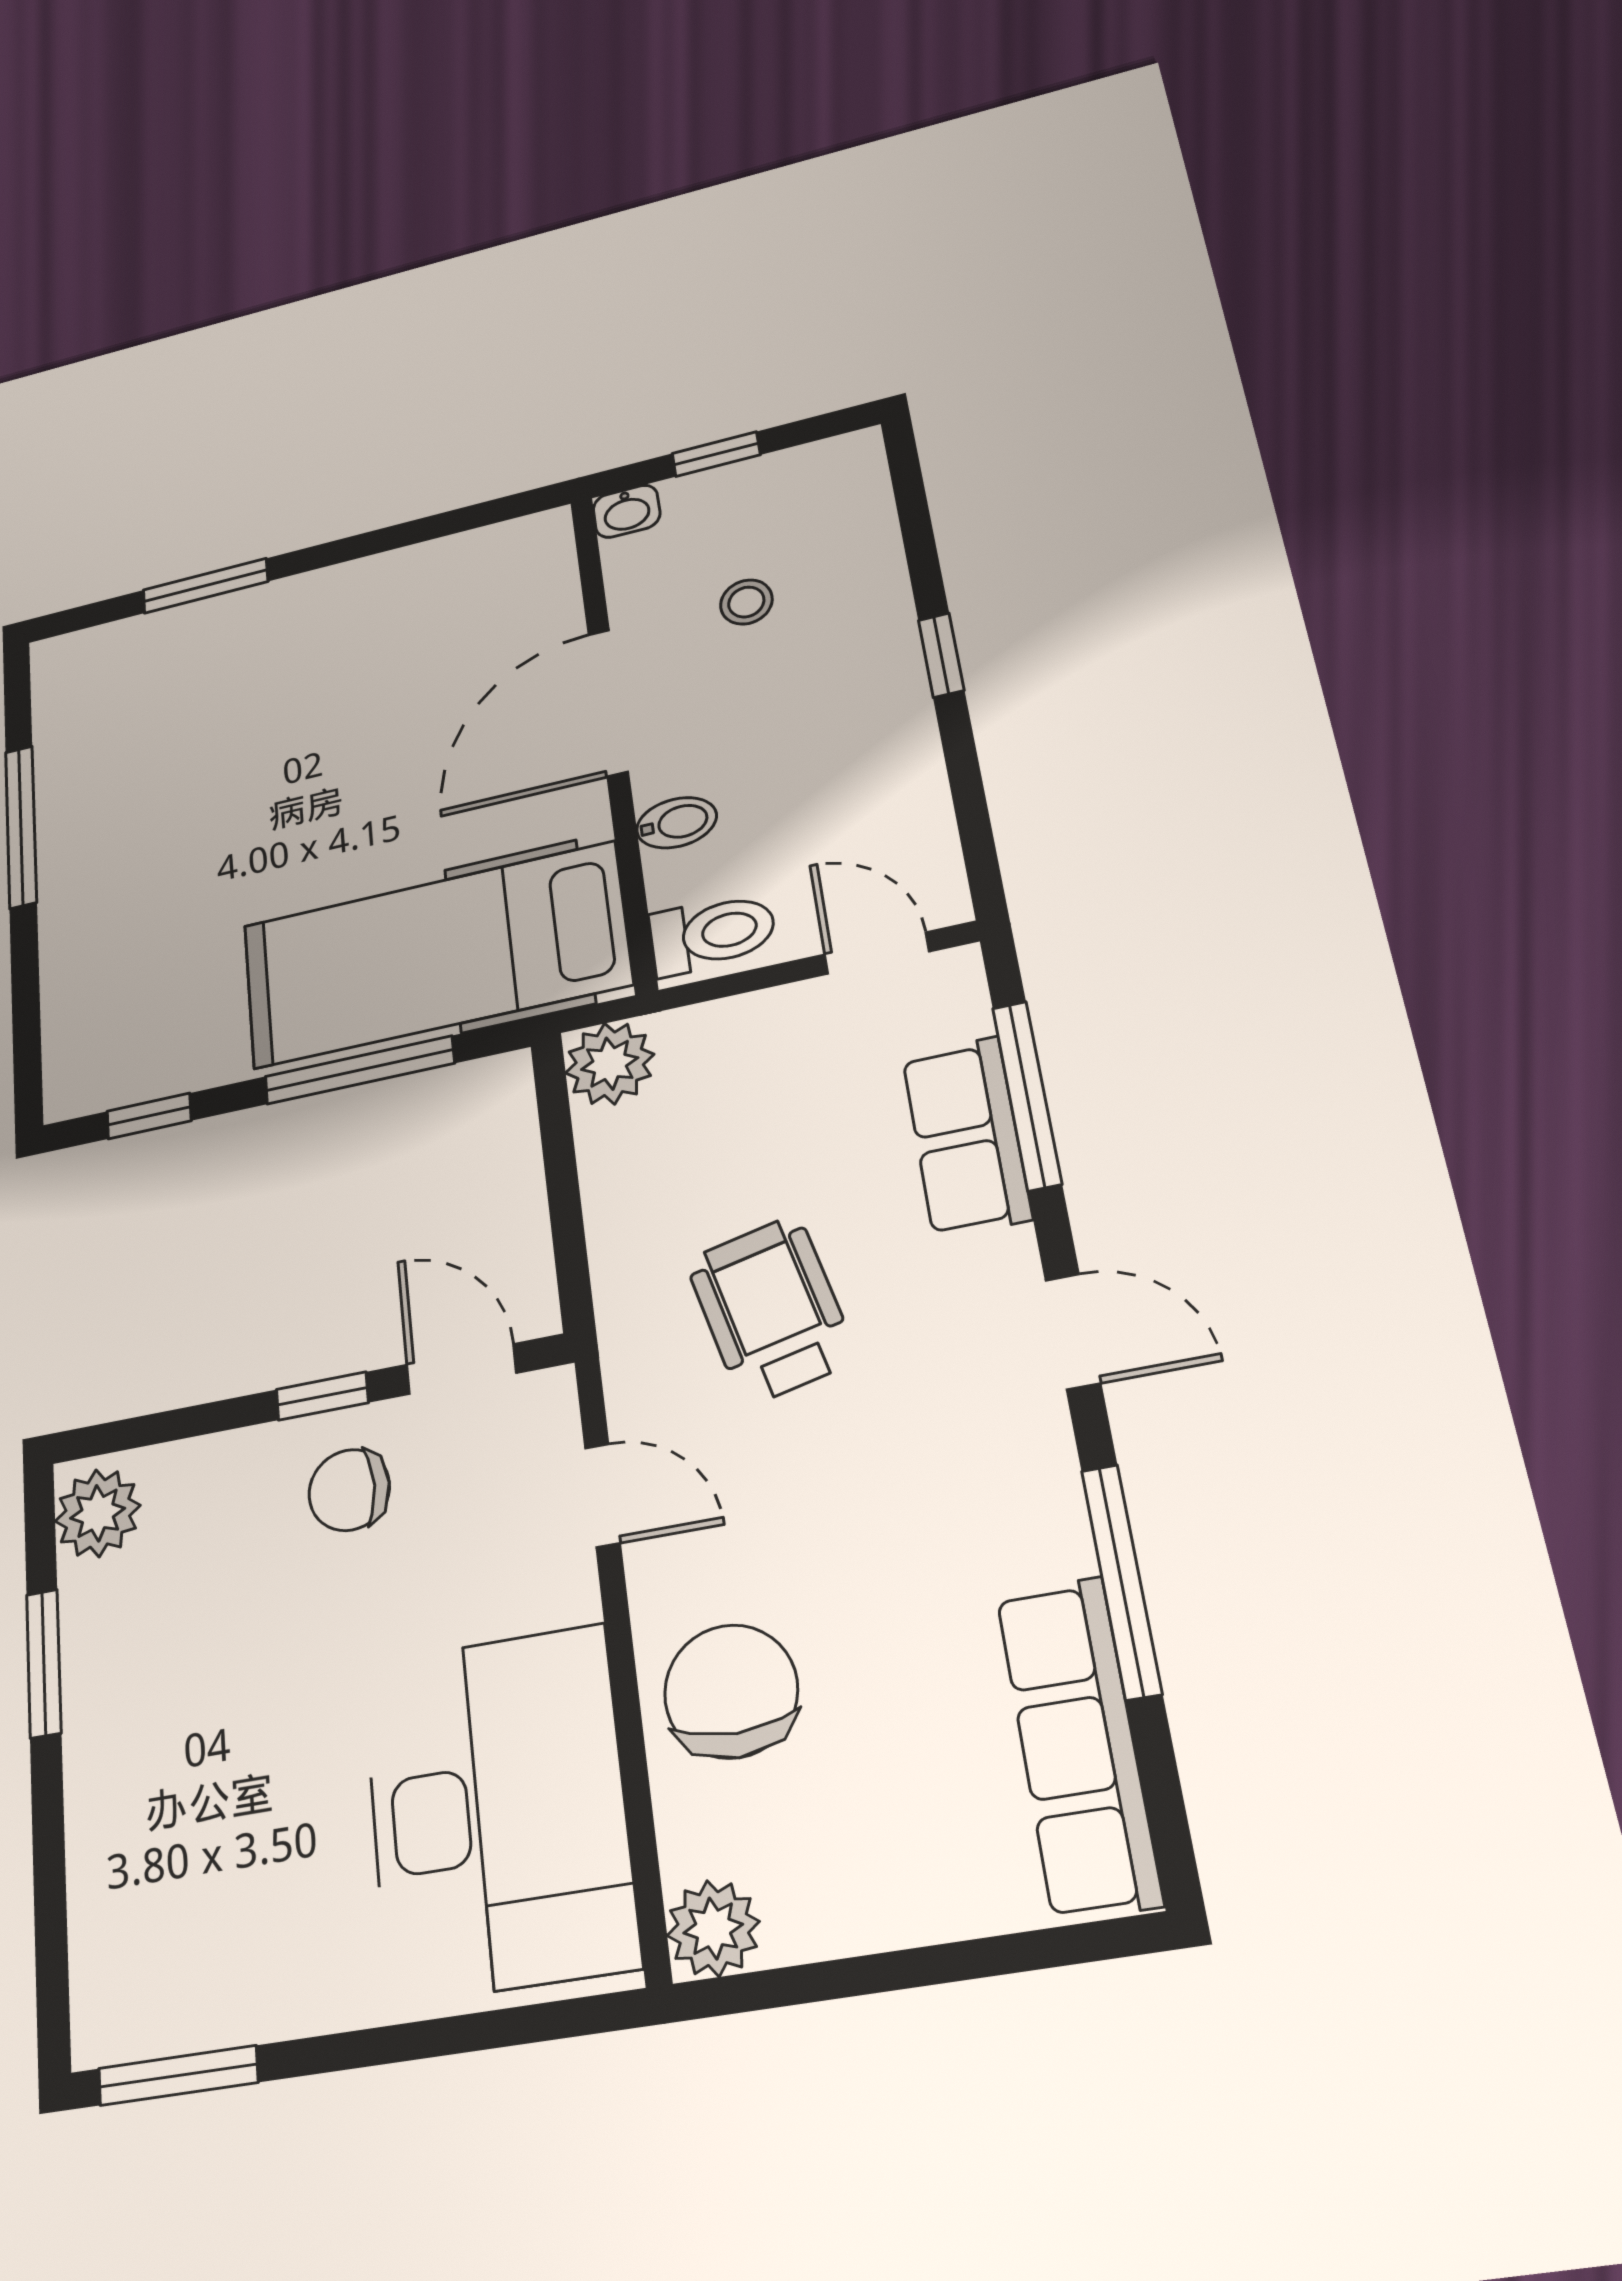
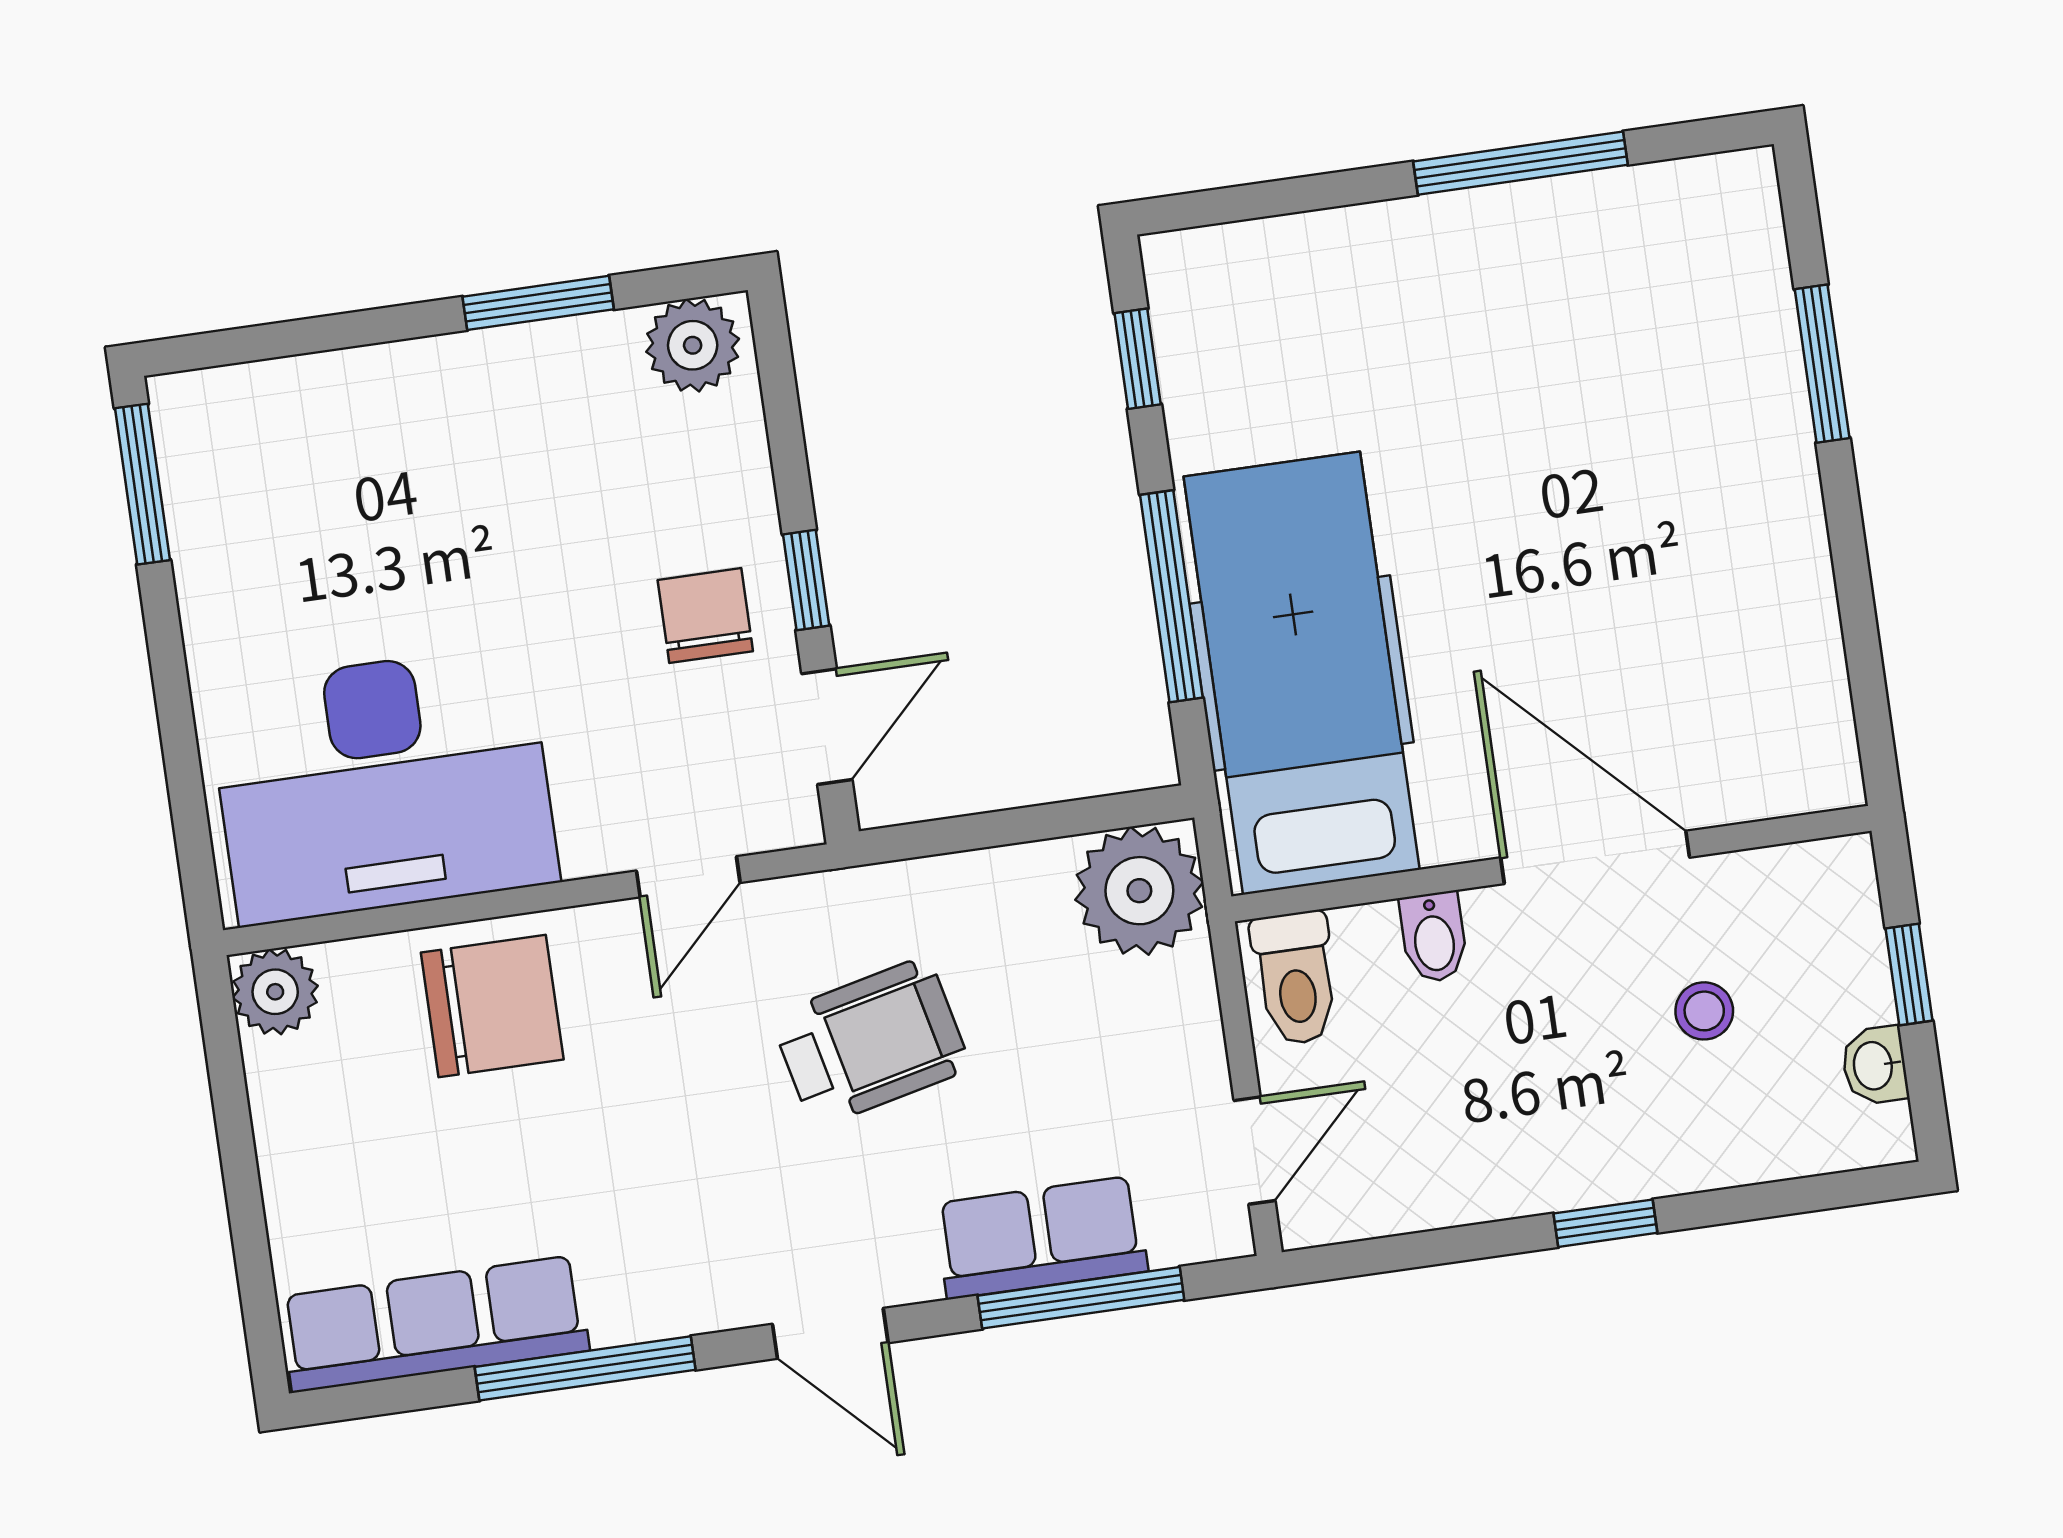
washbasin: (627, 511) -> (1875, 1065), moved
plant: (610, 1064) -> (1139, 891), width x1.36, depth x1.36
door: (1073, 1331) -> (830, 1333), hinge flipped

